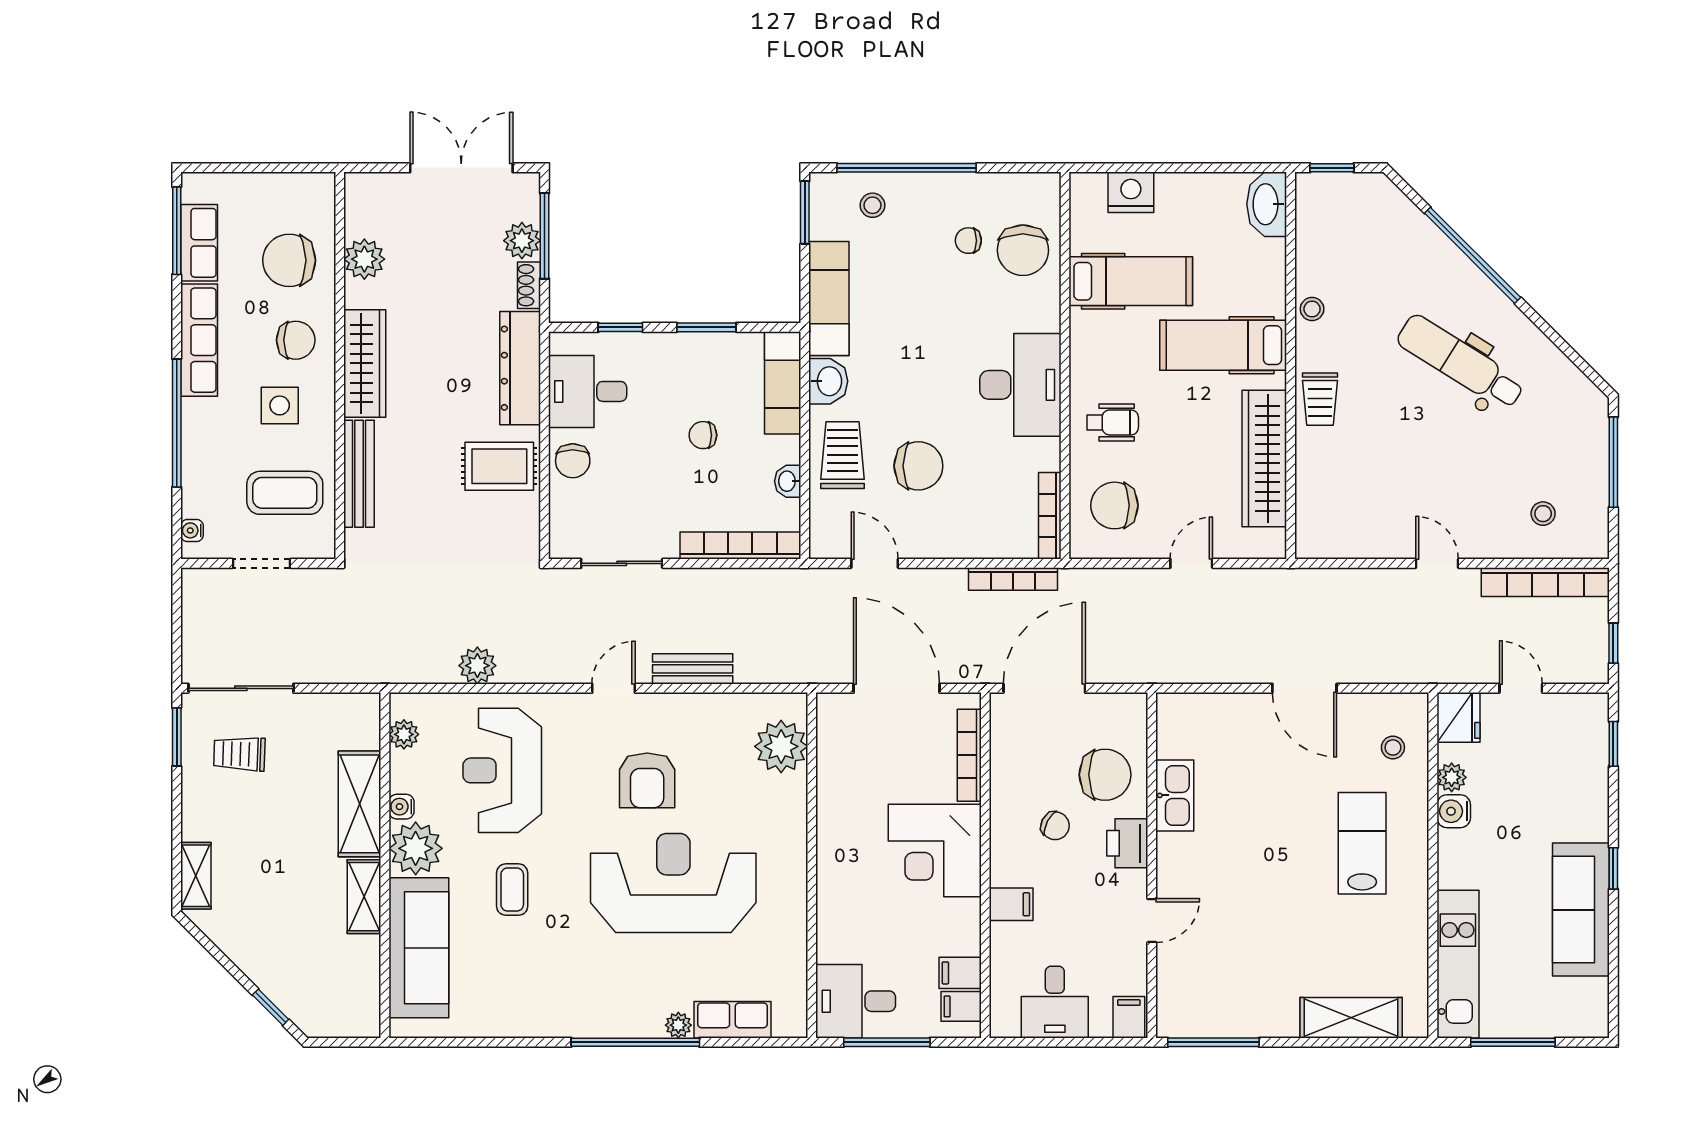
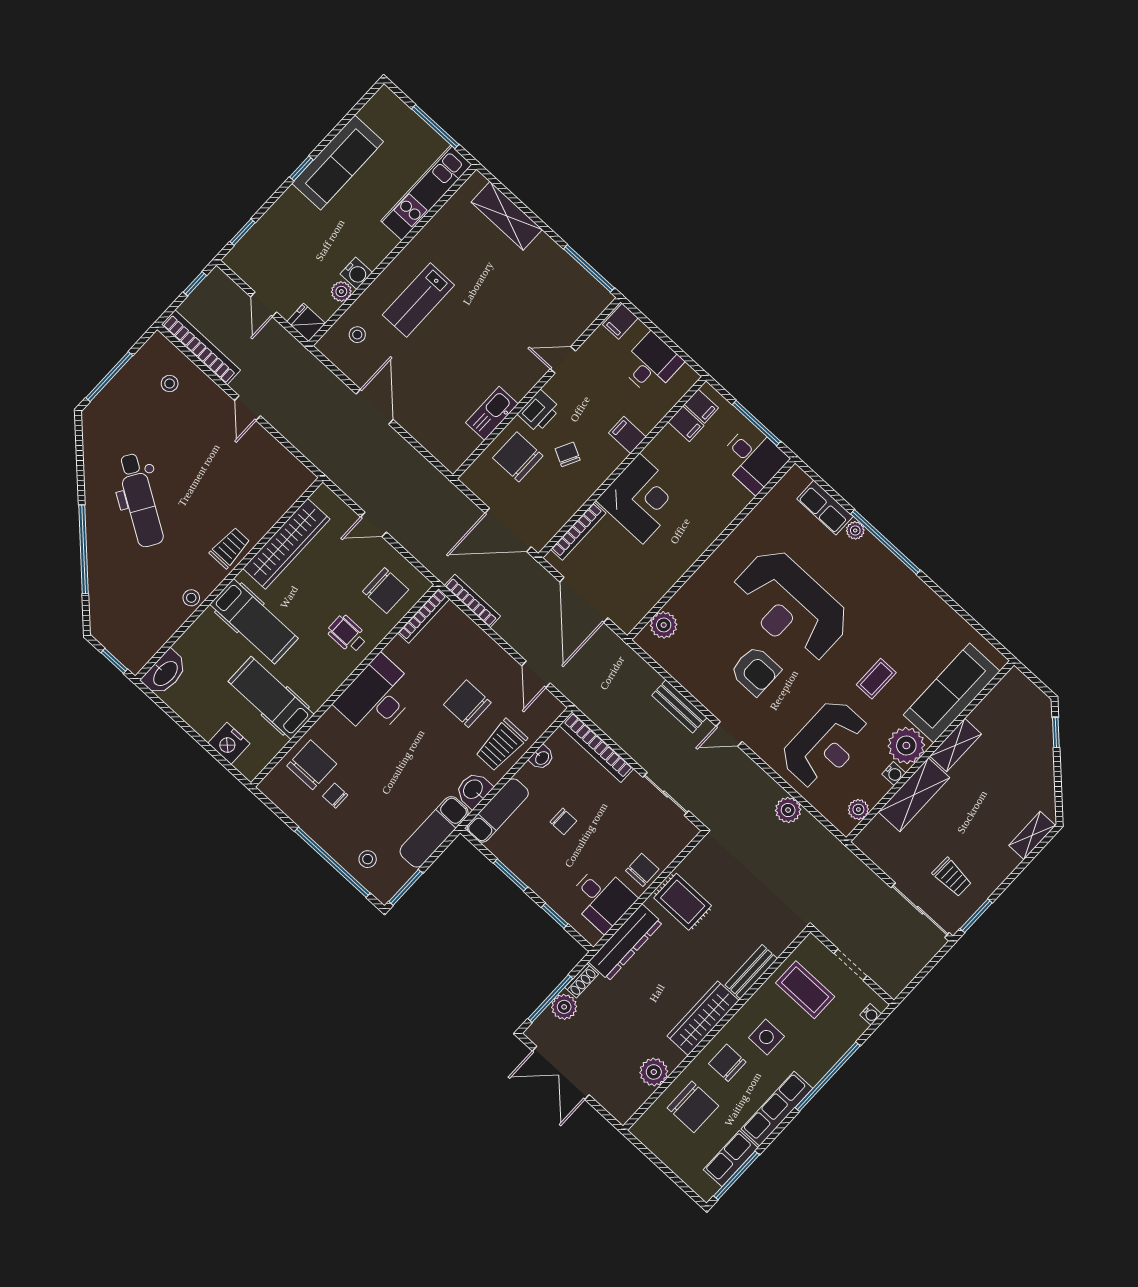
chair: (968, 241) -> (335, 796), turned 180
bench: (359, 474) -> (751, 972), width x0.73
fridge: (1459, 717) -> (306, 323), width x0.72
plant: (781, 746) -> (664, 625), width x0.73, depth x0.73
armchair: (647, 780) -> (755, 671), turned 90

